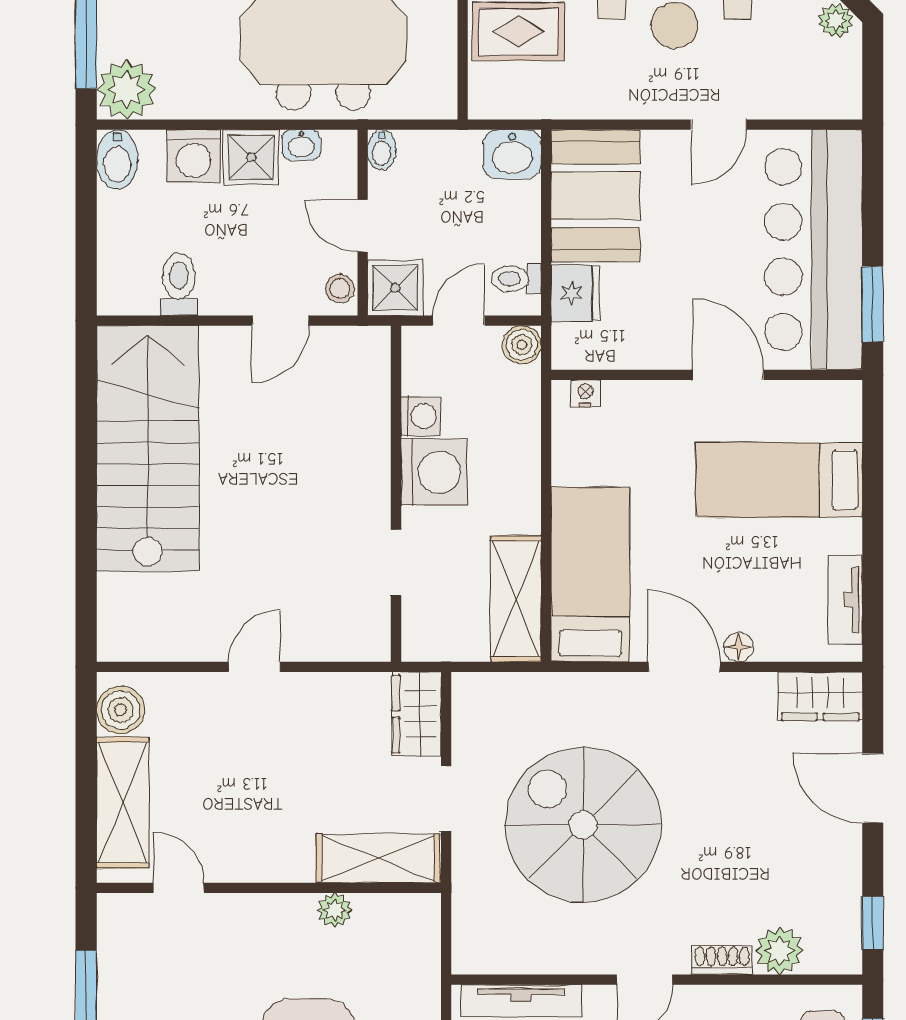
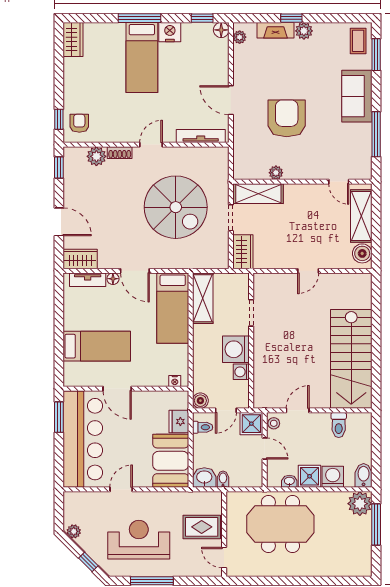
bidet: (382, 150) -> (223, 479), moved
tv unit: (845, 600) -> (88, 280), moved, turned 90

